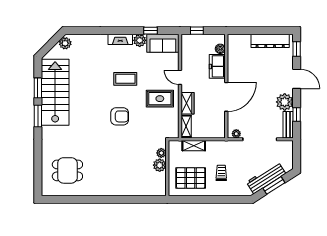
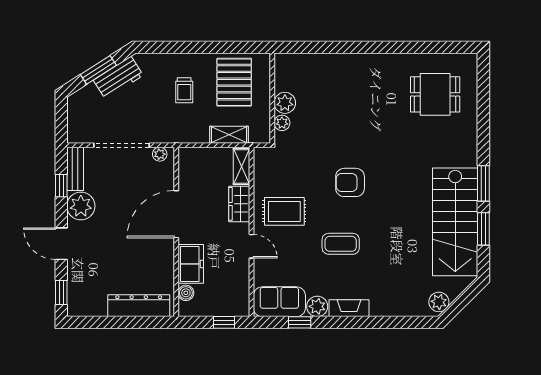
dresser: (270, 41) -> (139, 306), moved
pallet: (191, 178) -> (234, 82), turned 90
workbench: (266, 178) -> (118, 78), width x0.73

